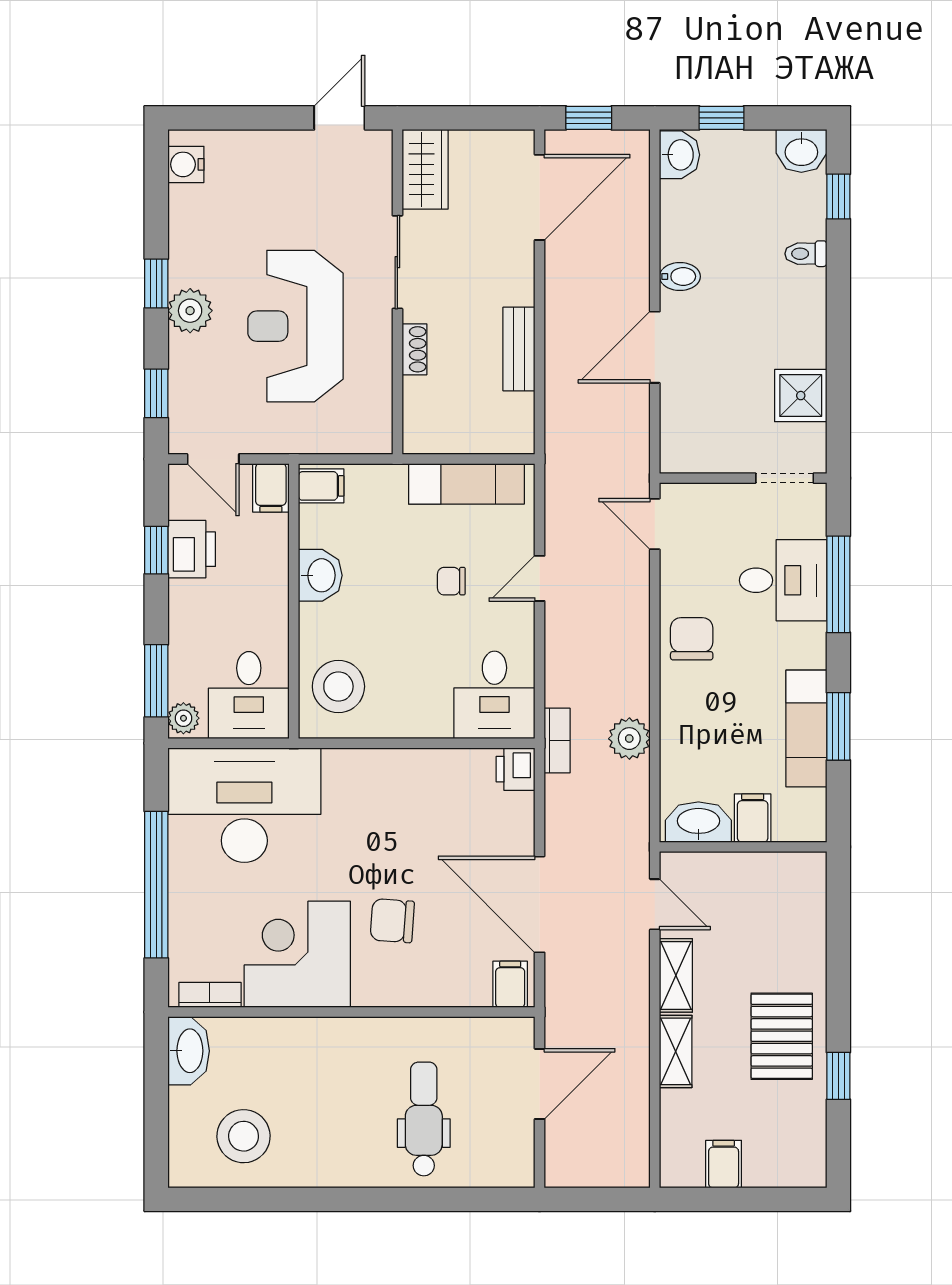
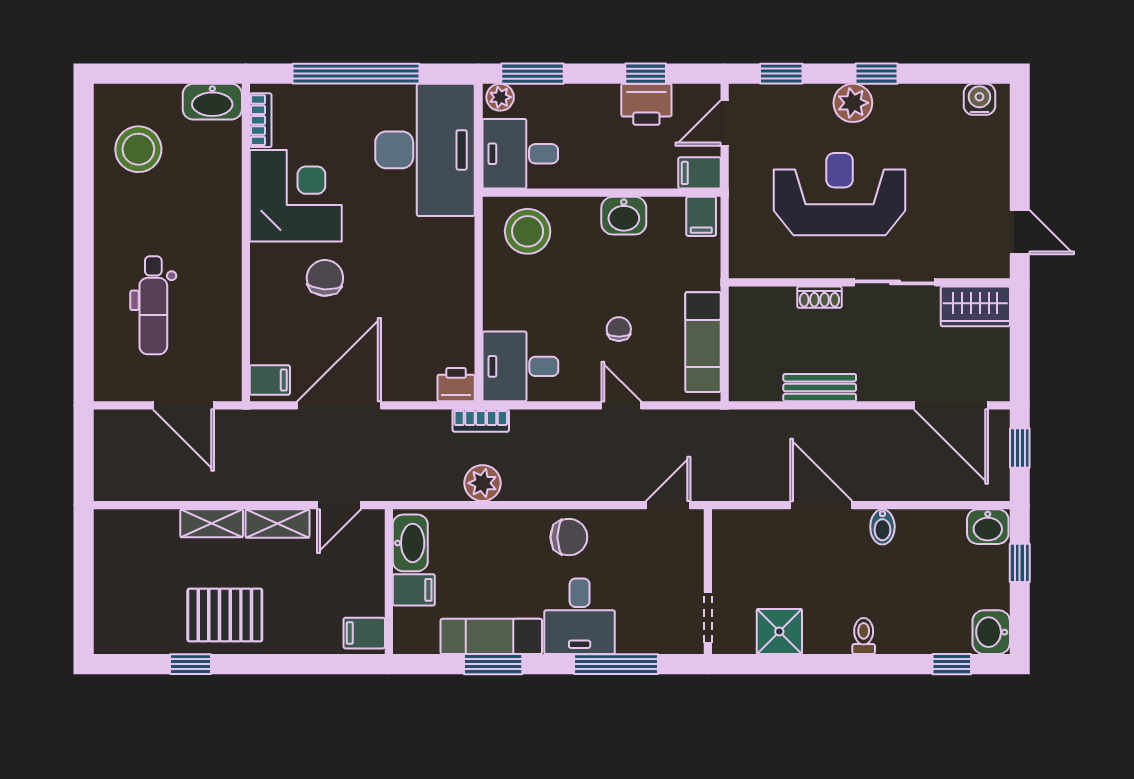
toilet: (806, 254) -> (864, 636), moved
desk: (783, 580) -> (580, 616), moved
dental chair: (424, 1119) -> (153, 305), turned 90
filing cabinet: (724, 1164) -> (364, 633), moved, turned 180

